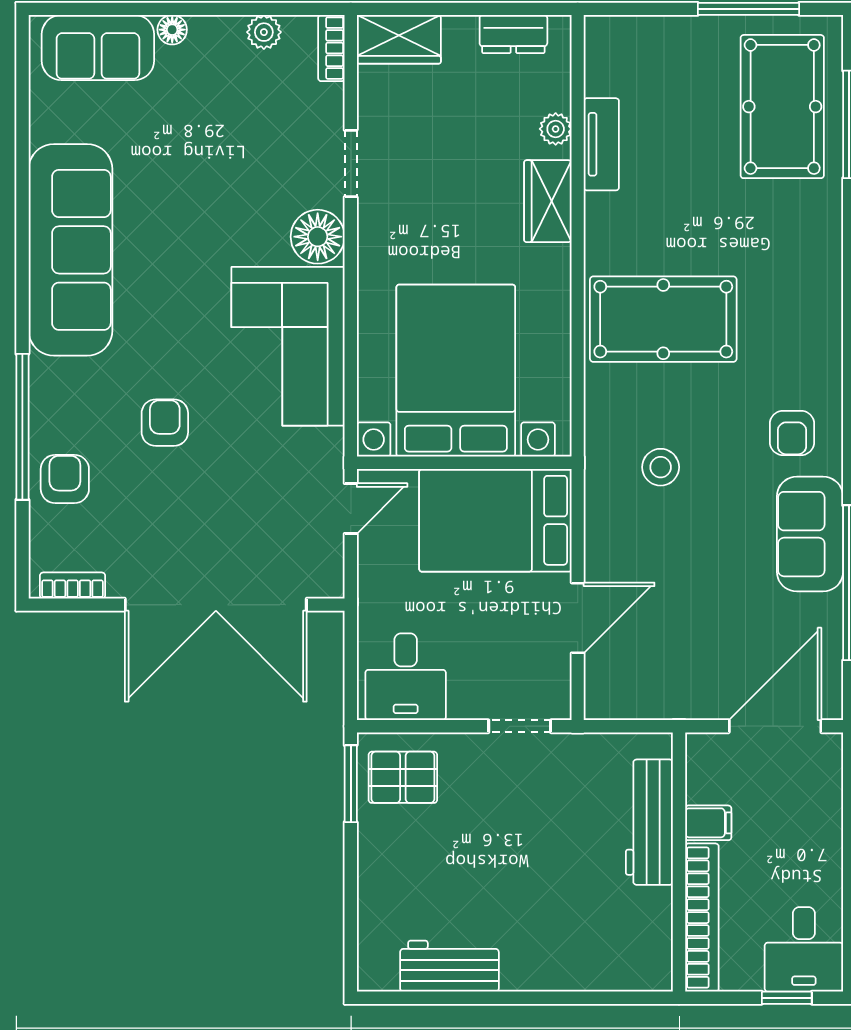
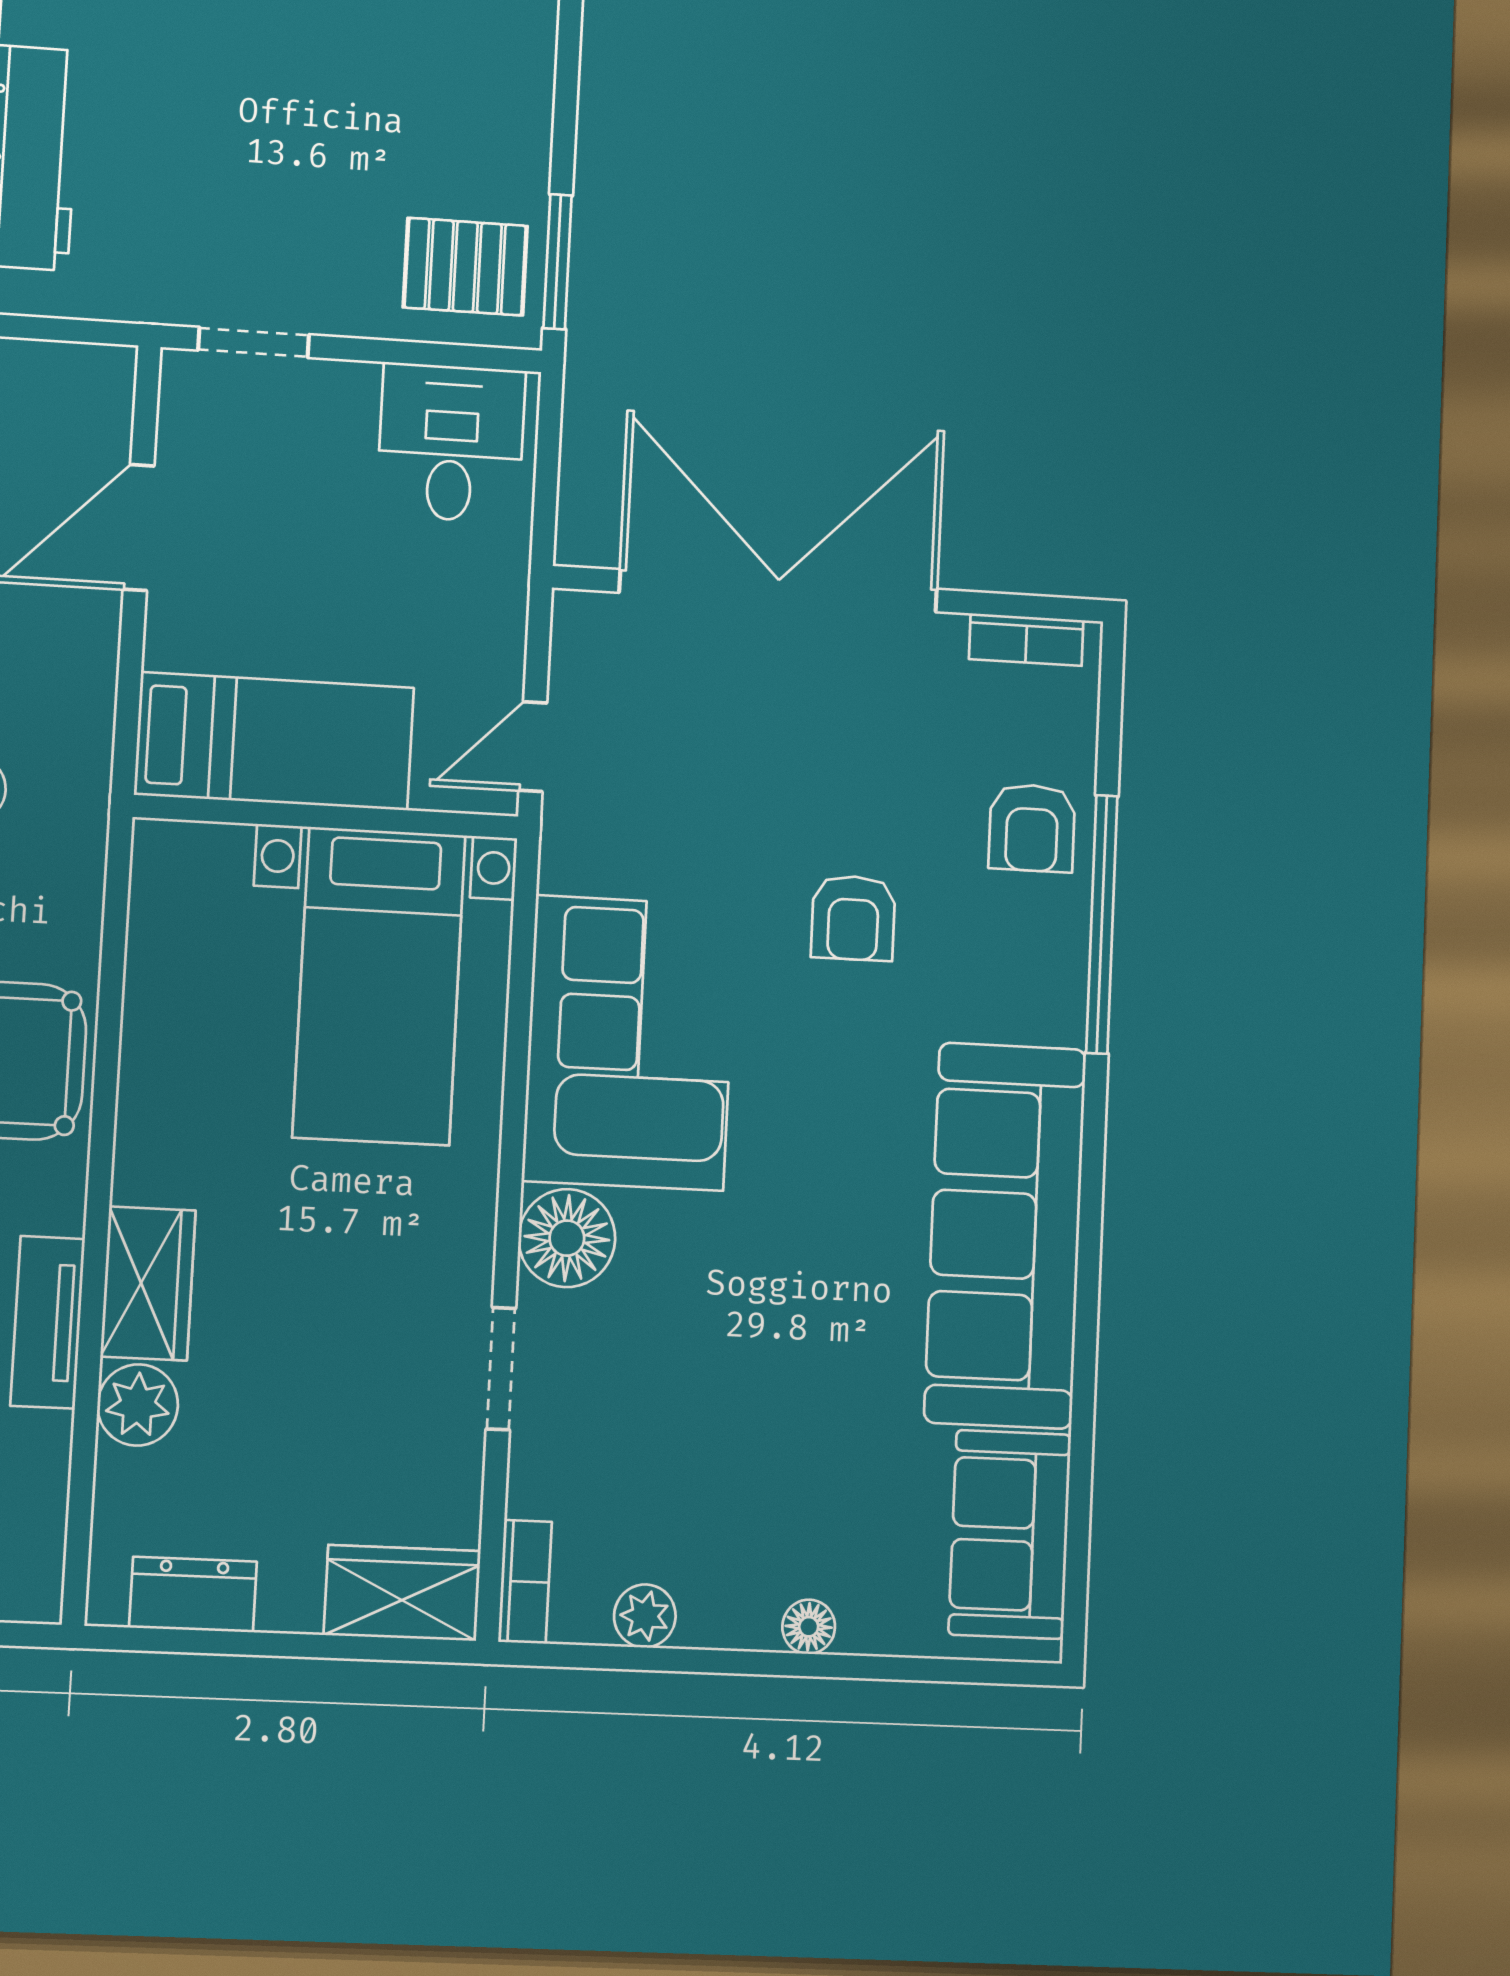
sofa: (98, 47) -> (1010, 1534), moved, turned -90
plant: (556, 129) -> (138, 1405), width x1.38, depth x1.38
tv unit: (601, 144) -> (48, 1322), moved
bed with nightstands: (456, 371) -> (379, 986), width x0.73
bed: (495, 520) -> (274, 741), width x0.67

